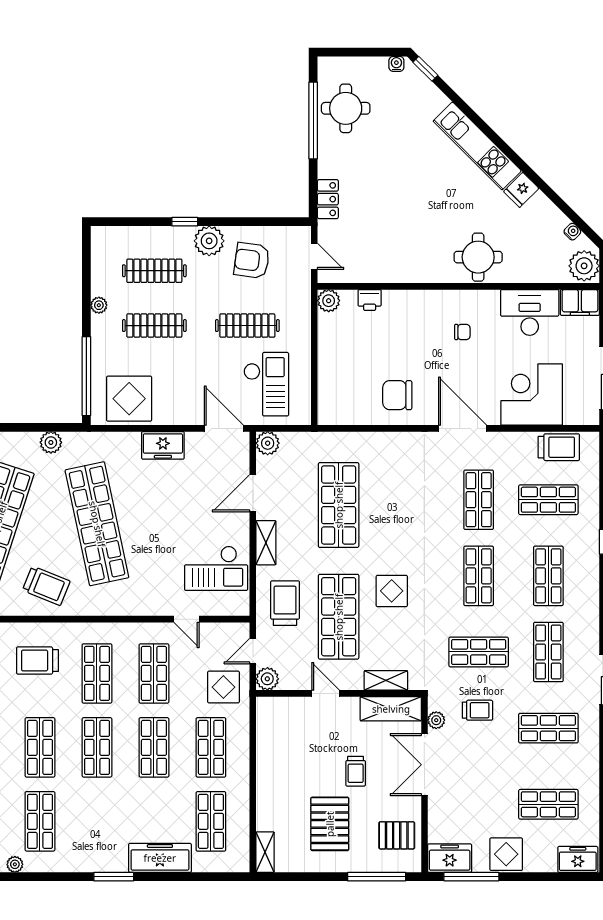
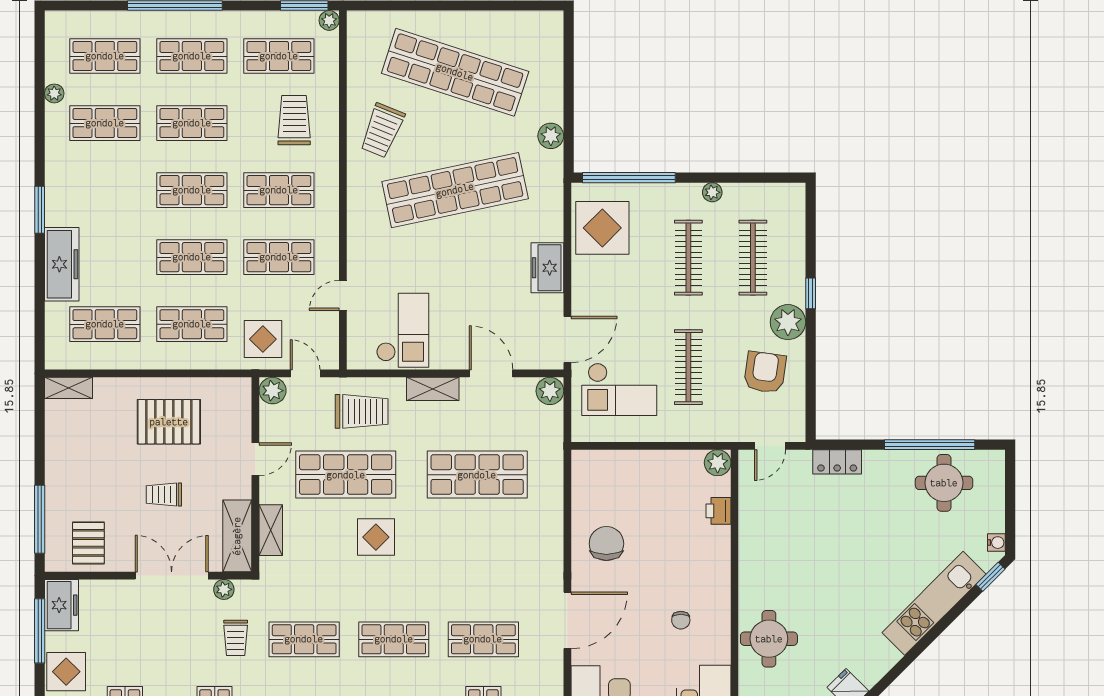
kitchen unit: (477, 146) -> (934, 603), moved
checkout: (216, 568) -> (403, 330), turned 180
shop shelf: (479, 652) -> (304, 639), turned 90
pallet: (330, 824) -> (169, 422), moved

